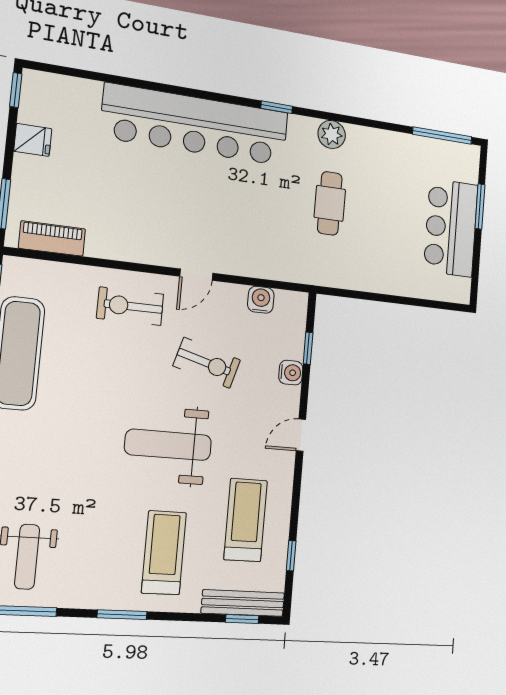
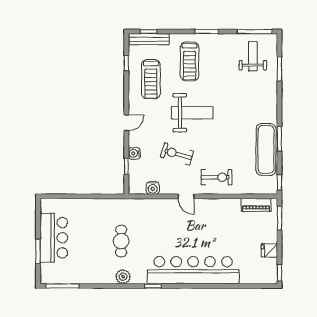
door: (196, 275) -> (186, 196), swing flipped

